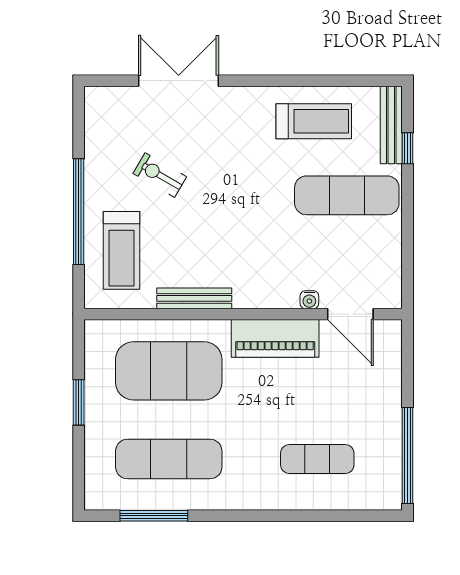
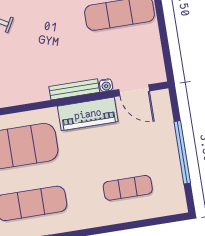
bench: (194, 298) -> (74, 89), moved
window: (407, 455) -> (182, 152), moved

